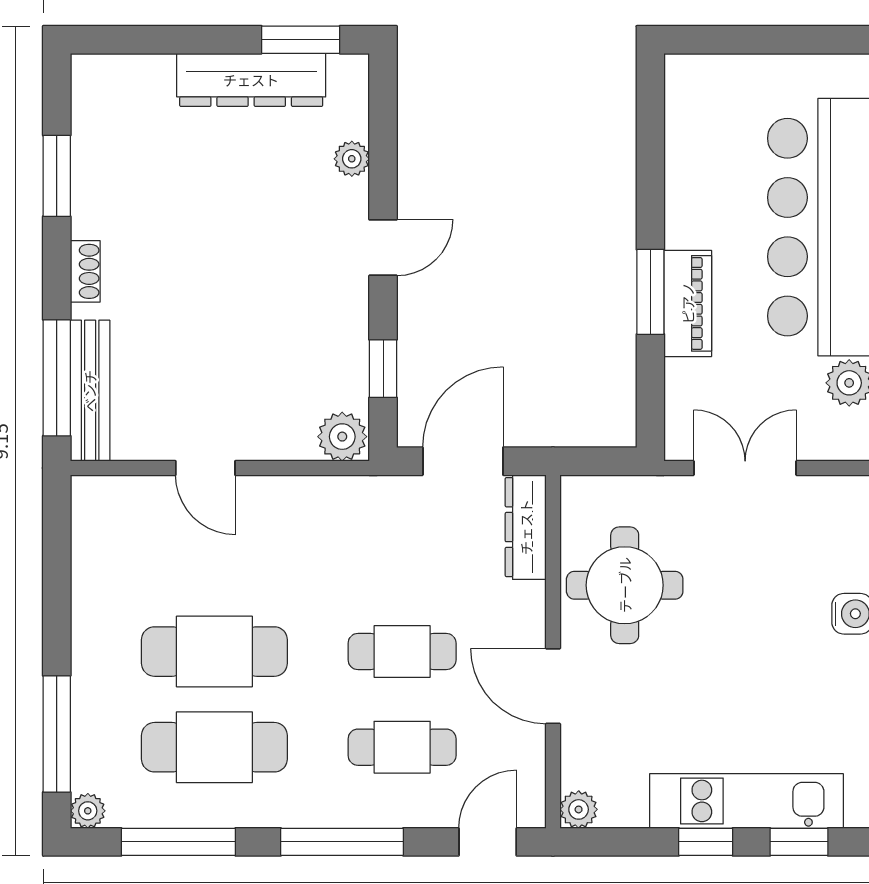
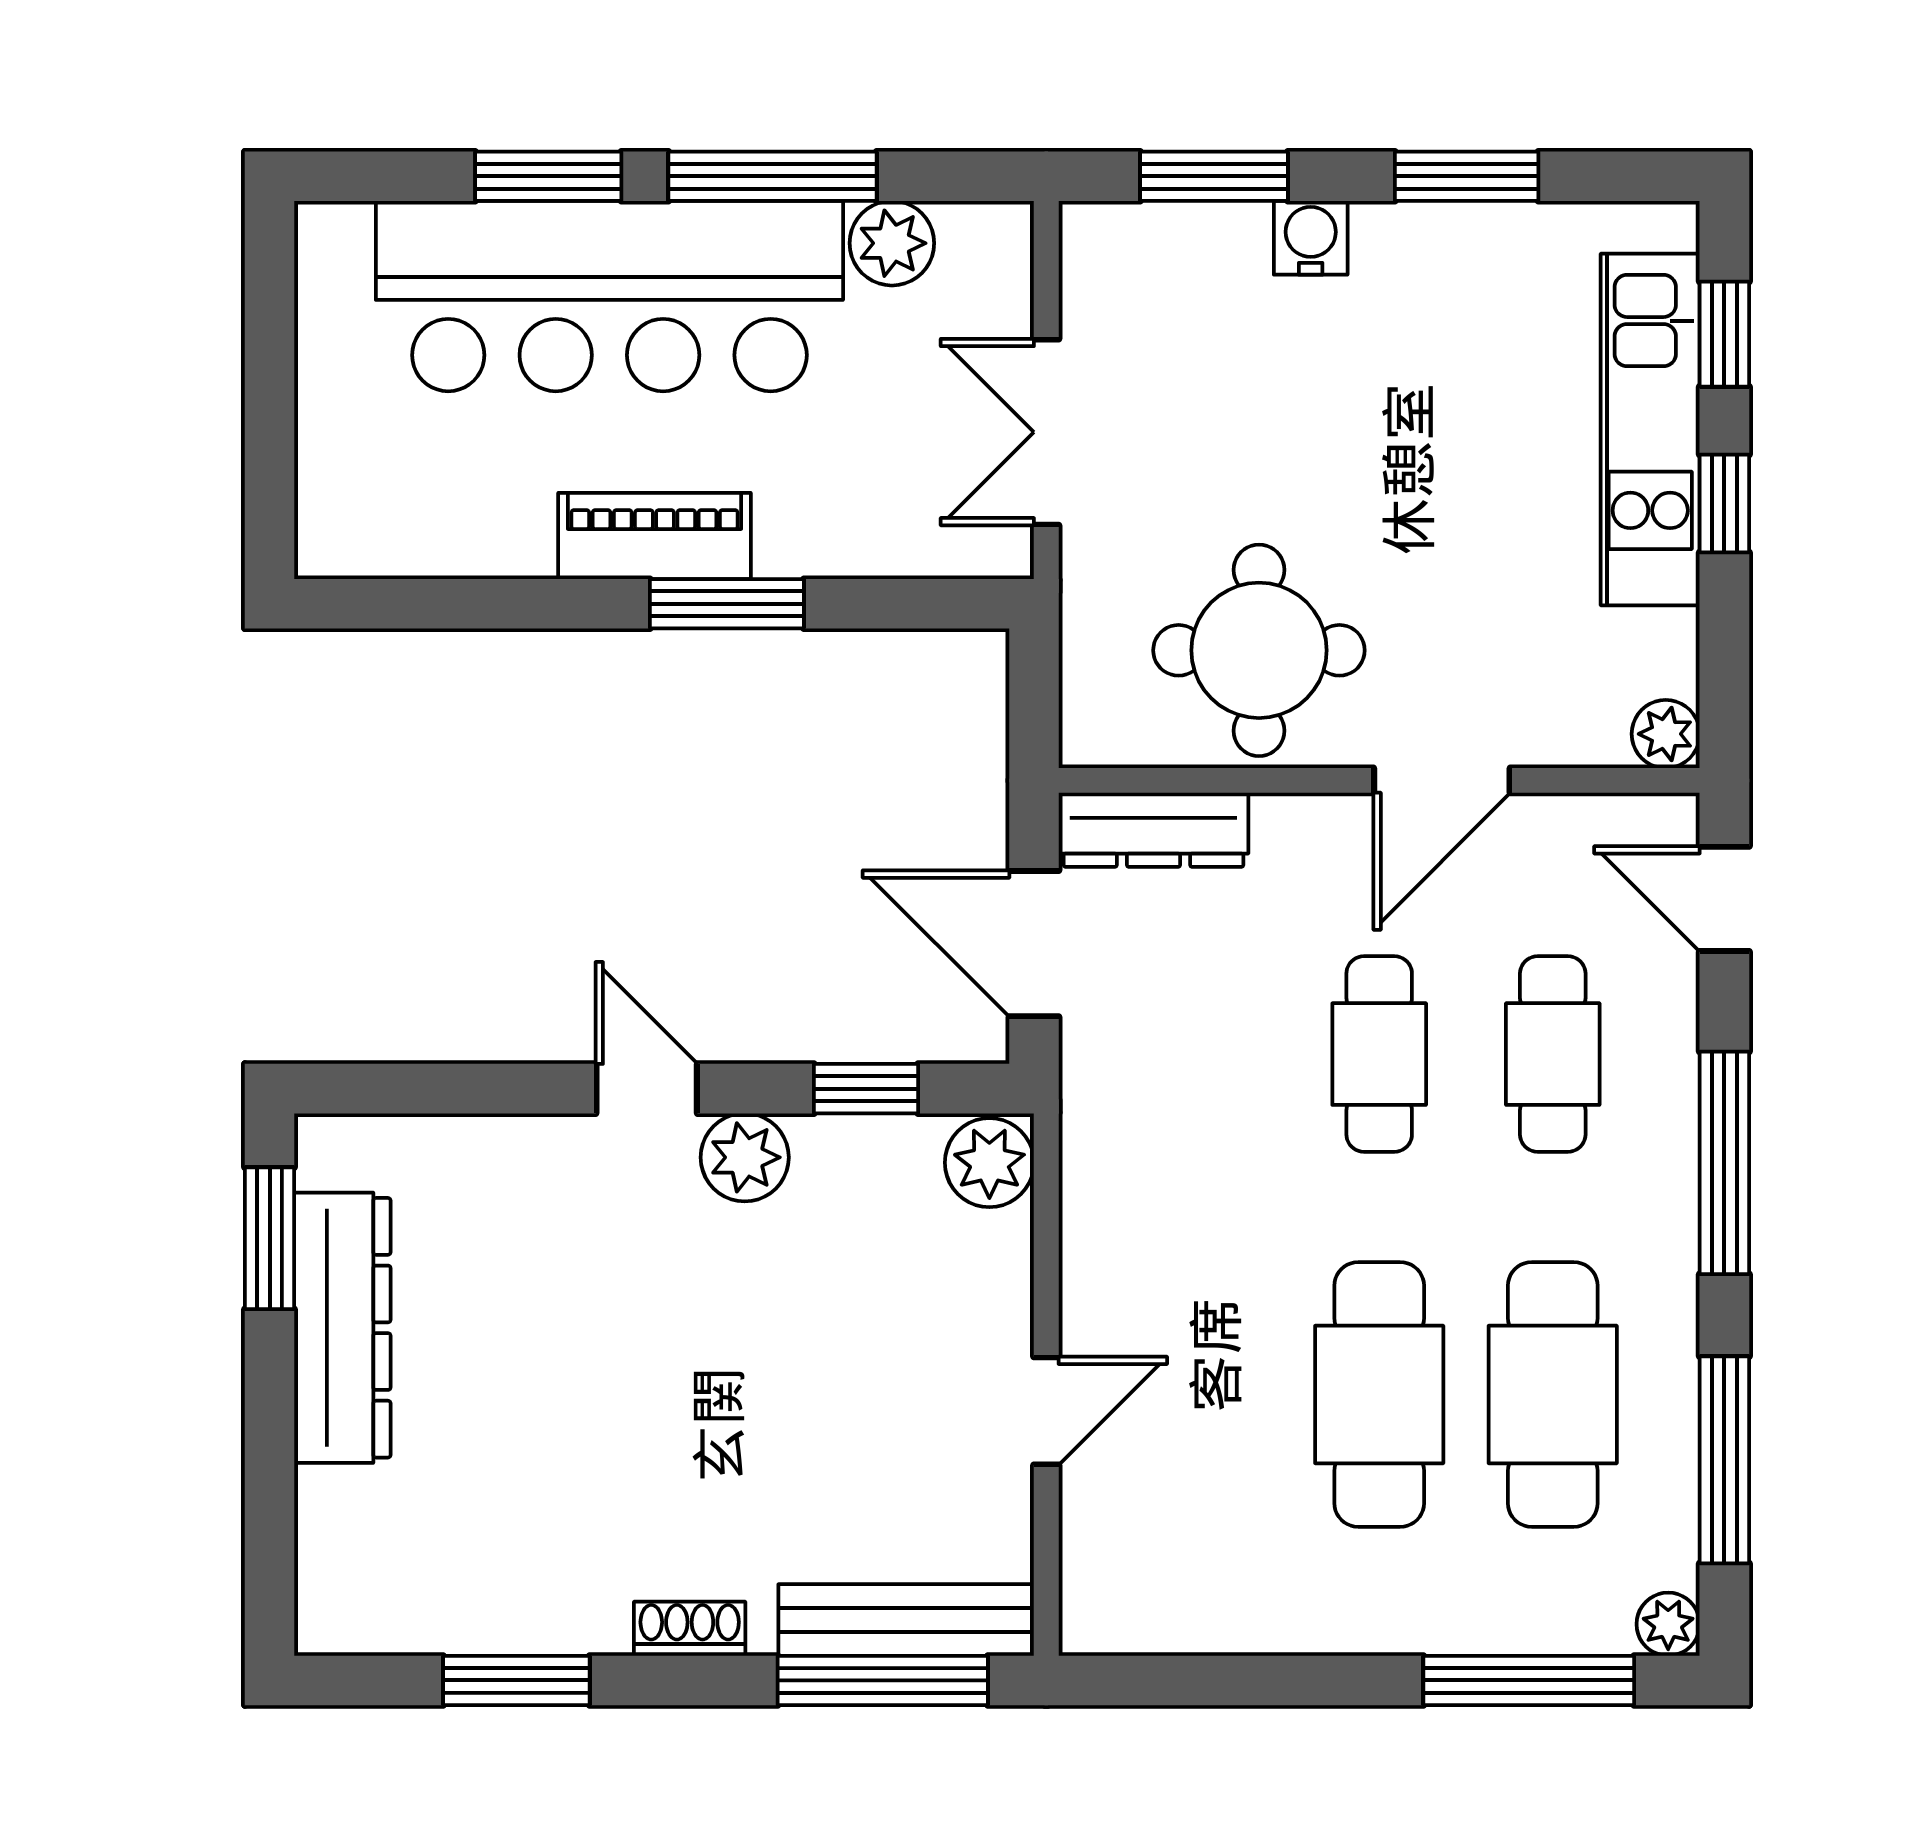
plant: (352, 159) -> (745, 1157), moved, width x1.38, depth x1.38
piano: (688, 303) -> (654, 536), moved

